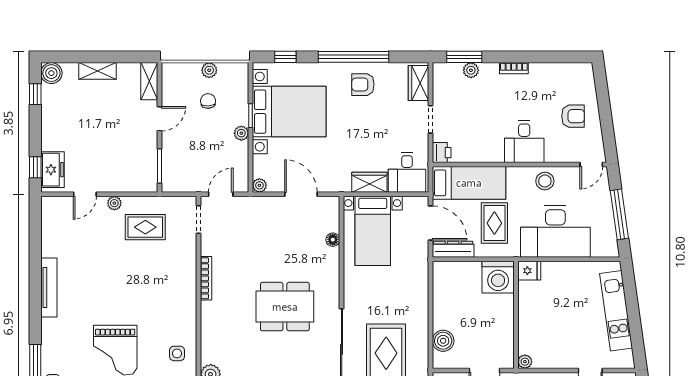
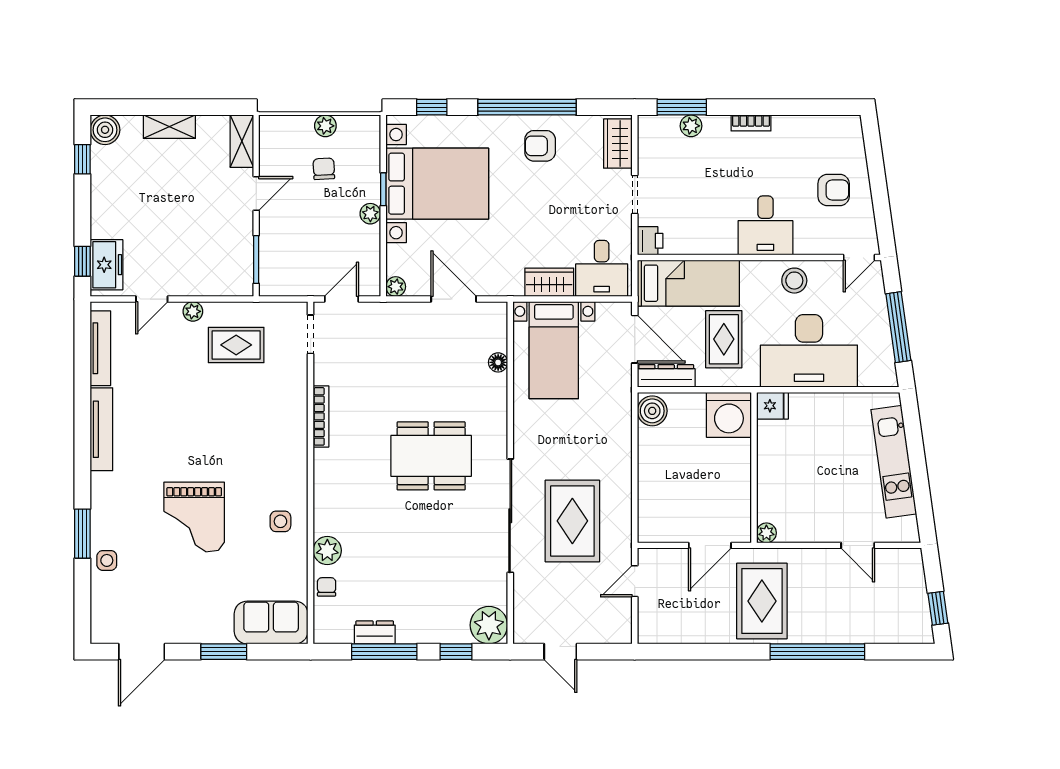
tv unit: (48, 229) -> (100, 348), added
boiler: (443, 341) -> (652, 411), moved

